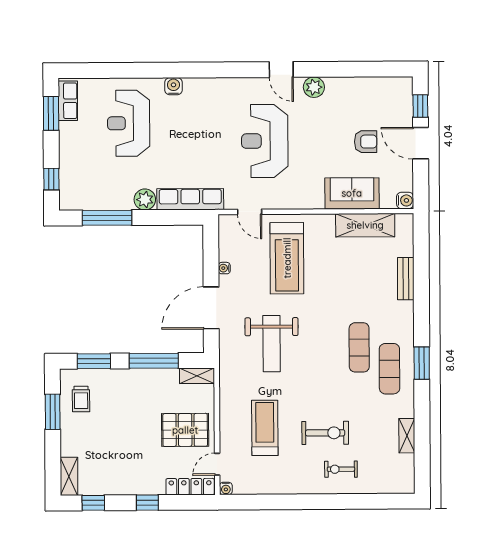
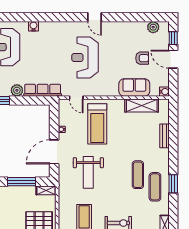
plant: (314, 87) -> (153, 27), moved

